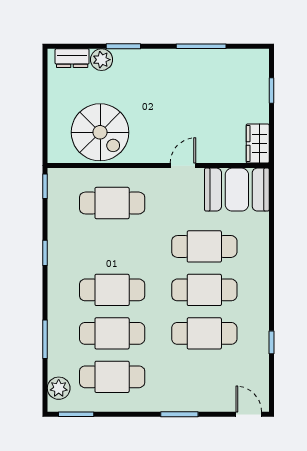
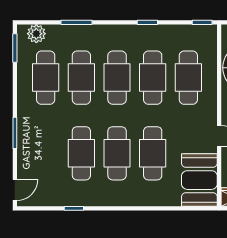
cafe table: (112, 246) -> (153, 78), added

